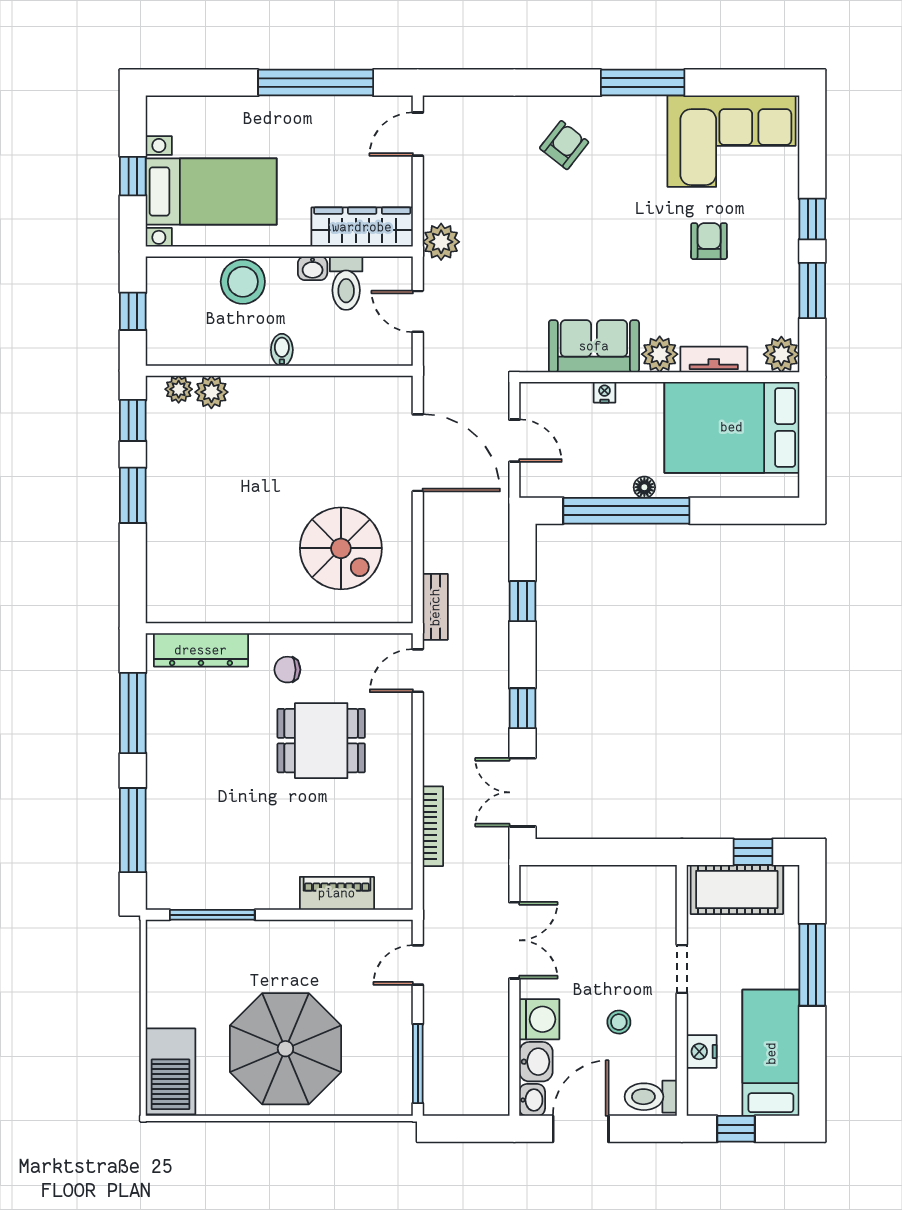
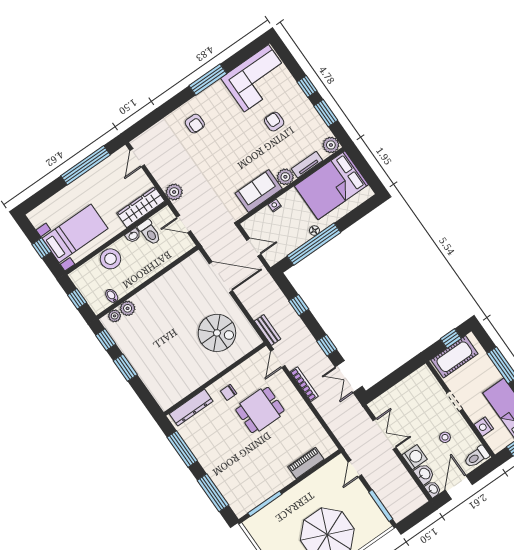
armchair: (564, 145) -> (195, 124), turned 142
bidet: (282, 350) -> (112, 296), moved
bookcase: (433, 826) -> (304, 384), moved

